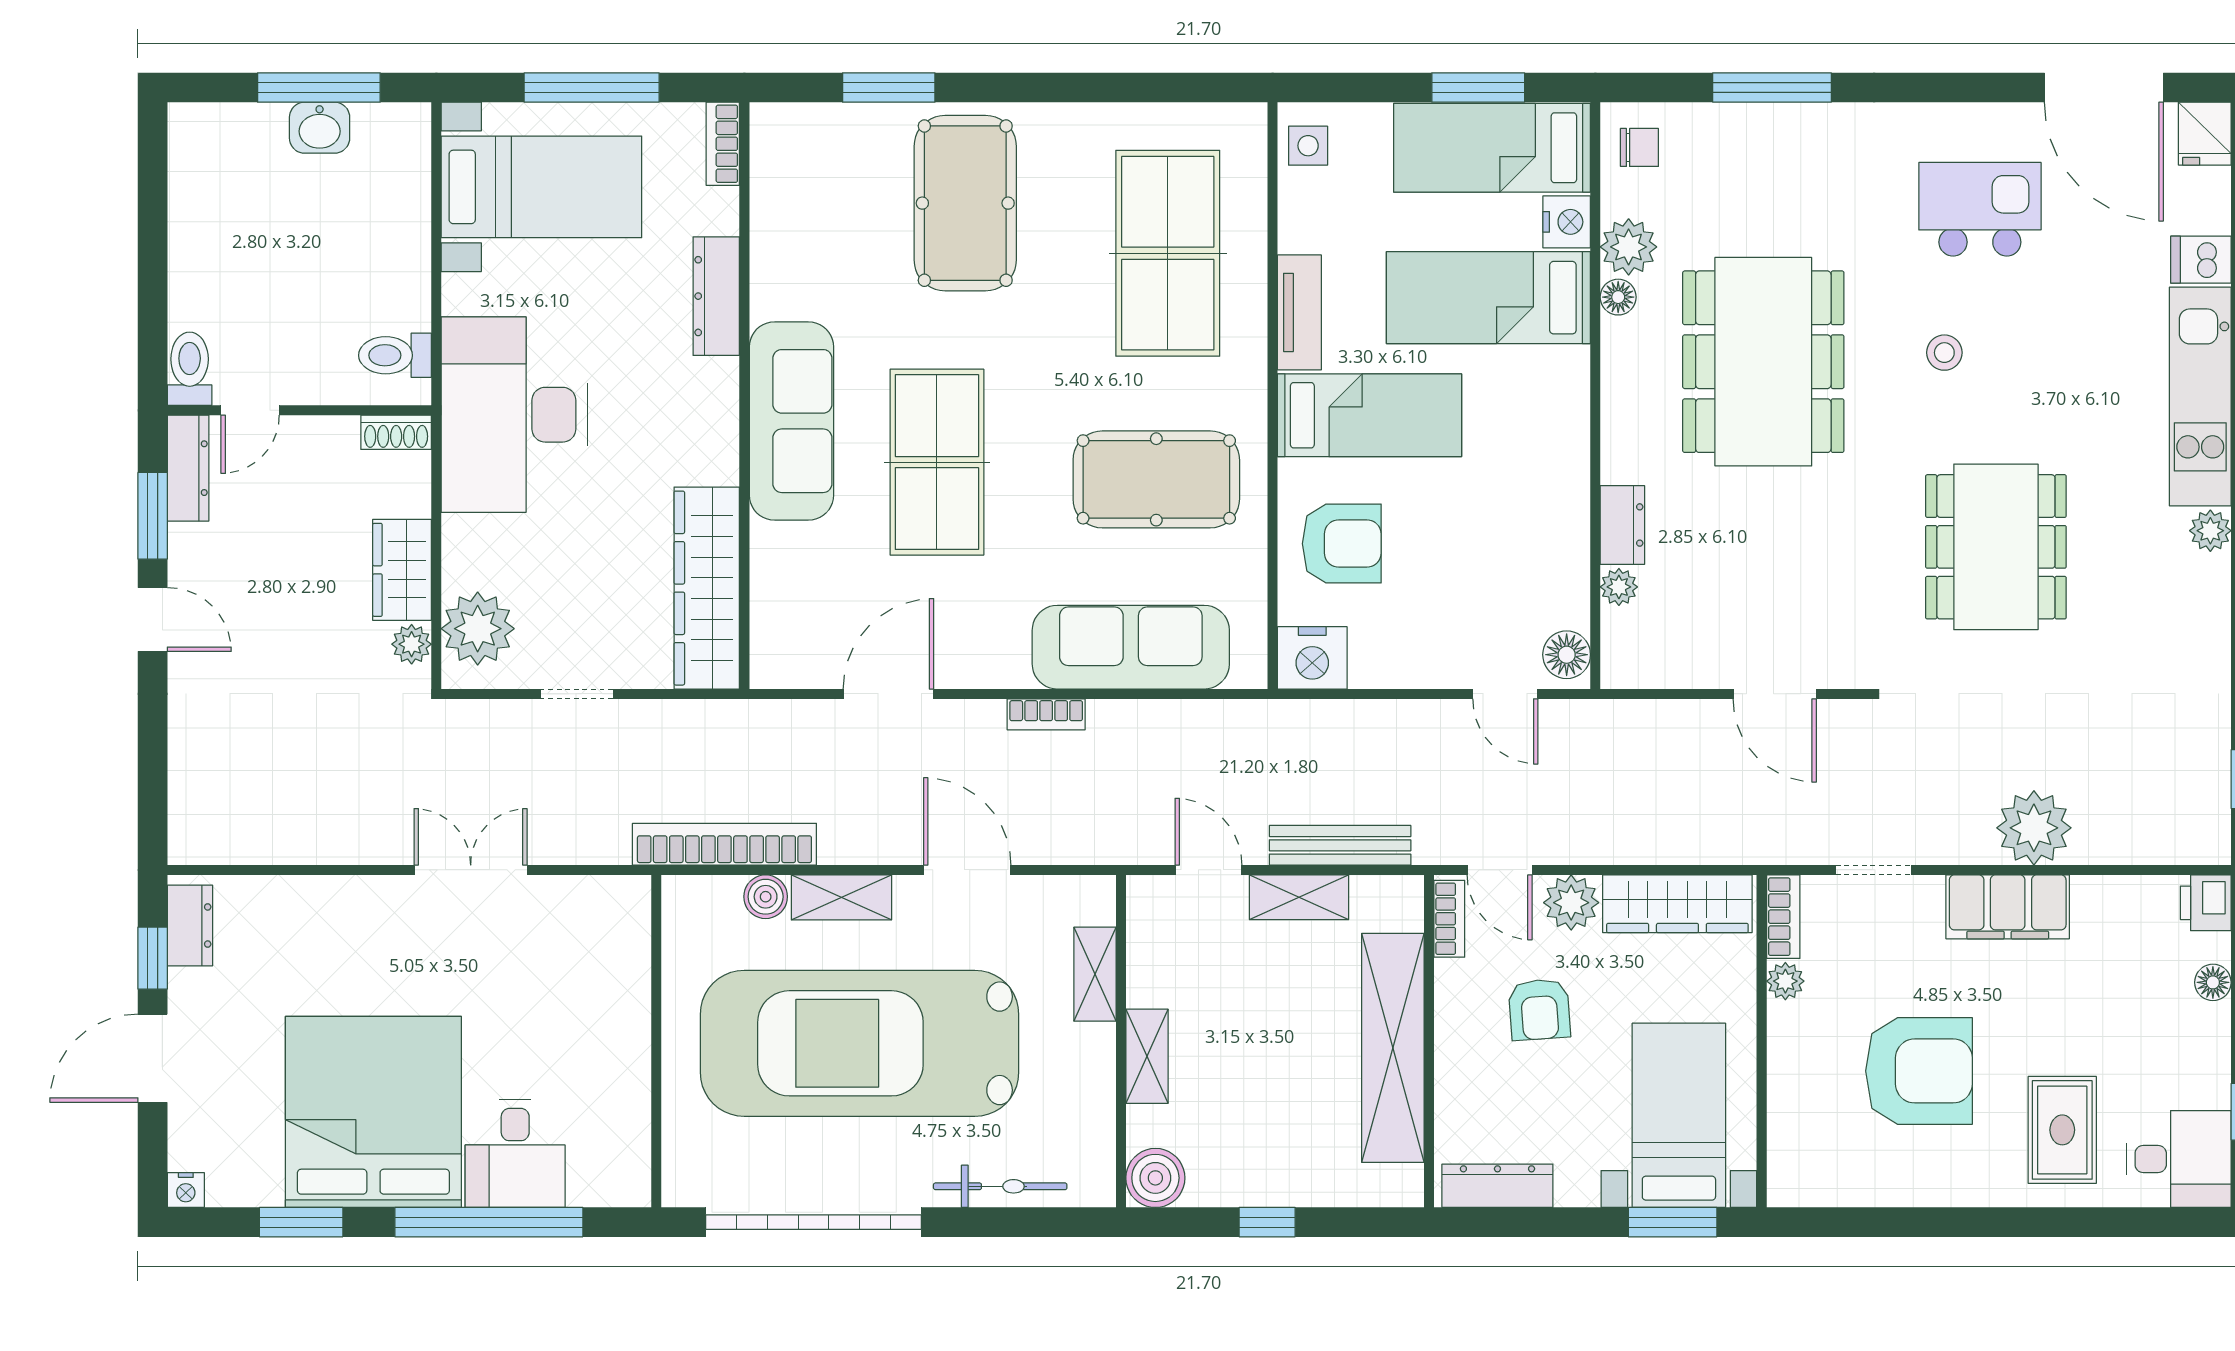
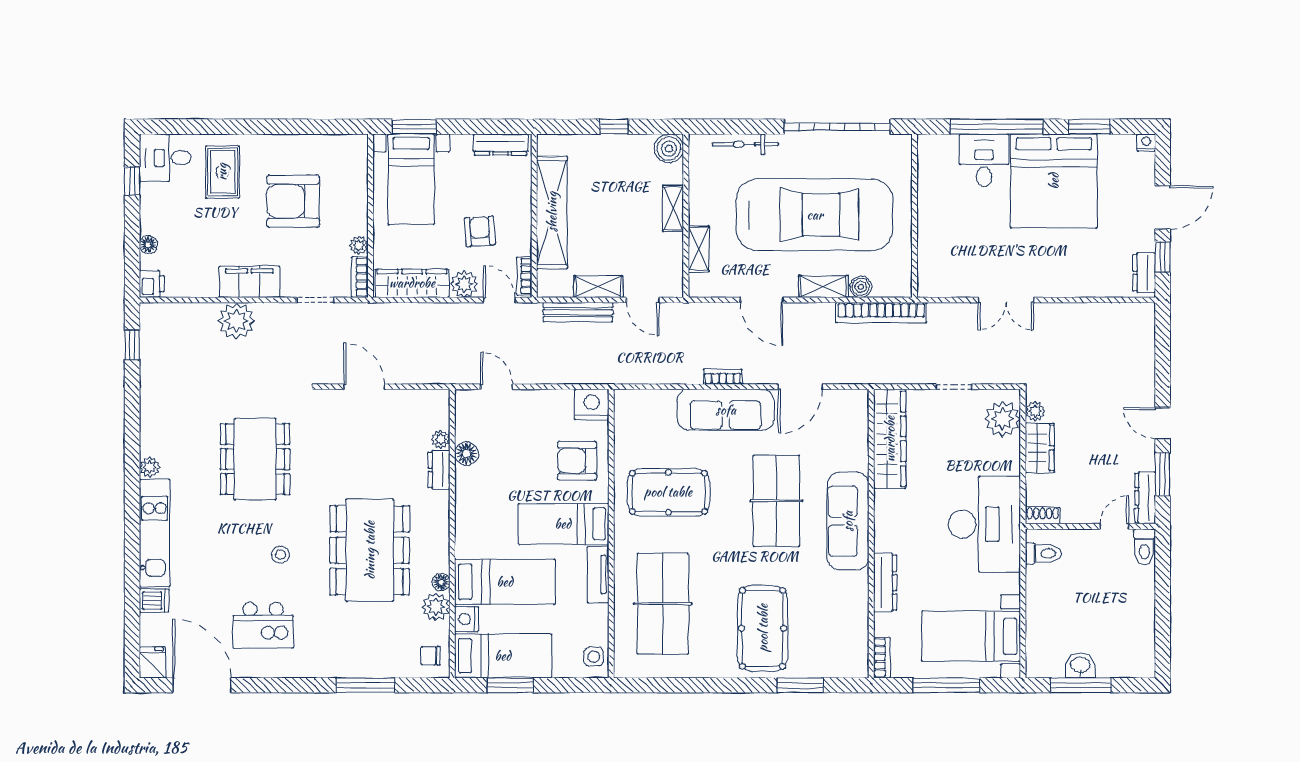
sofa: (1131, 647) -> (726, 410), moved
floor lamp: (1567, 655) -> (466, 454), moved

